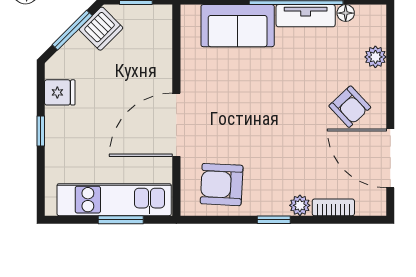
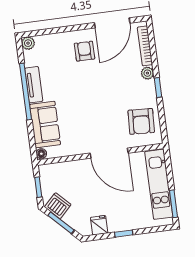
floor lamp: (346, 13) -> (41, 154), moved
plant: (375, 57) -> (28, 43), moved
armchair: (350, 107) -> (85, 51), turned -47
bookcase: (333, 207) -> (145, 46), width x1.56
window: (121, 220) -> (173, 204), moved

